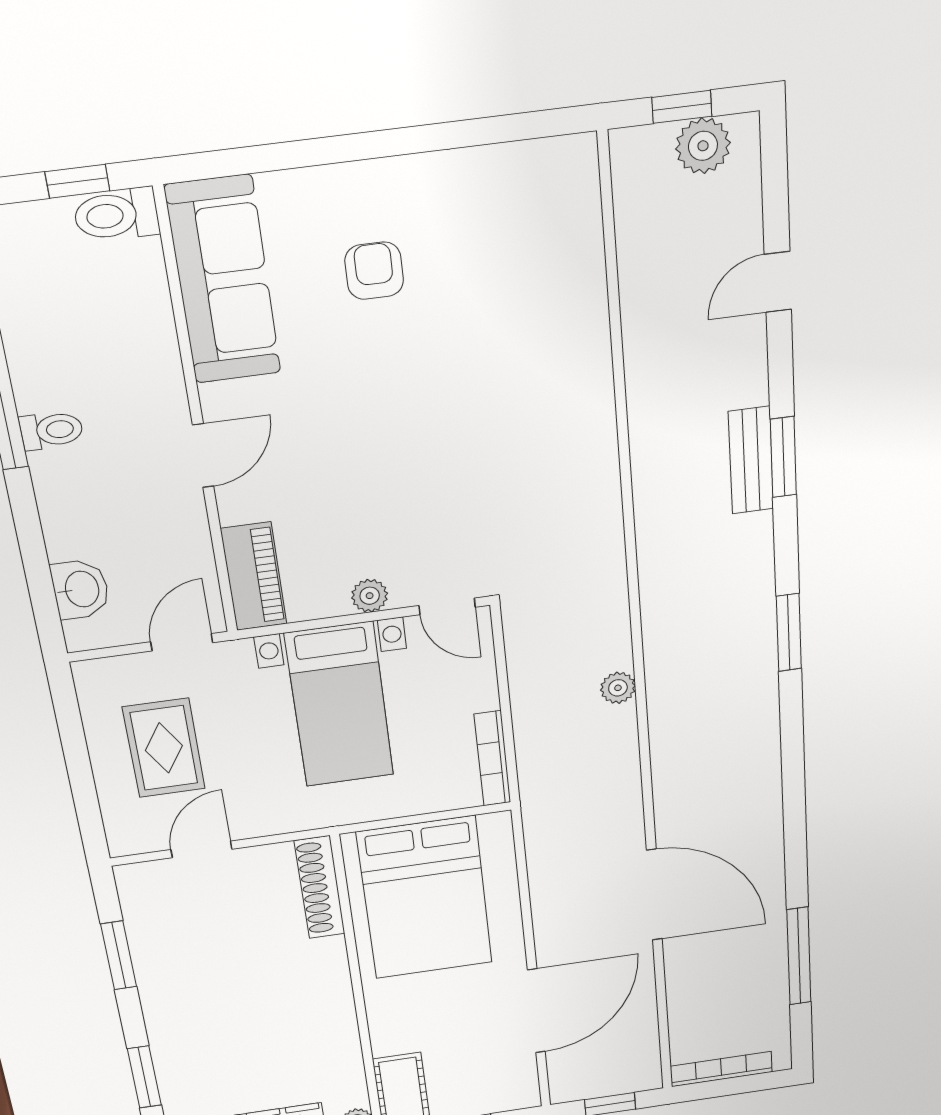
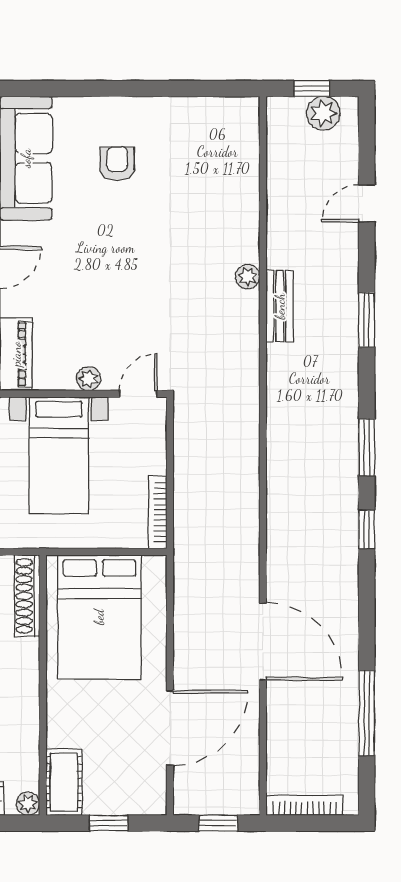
bench: (751, 460) -> (280, 306), moved
door: (447, 606) -> (138, 394), swing flipped
plant: (618, 688) -> (248, 277), moved
window: (792, 738) -> (367, 529), added

